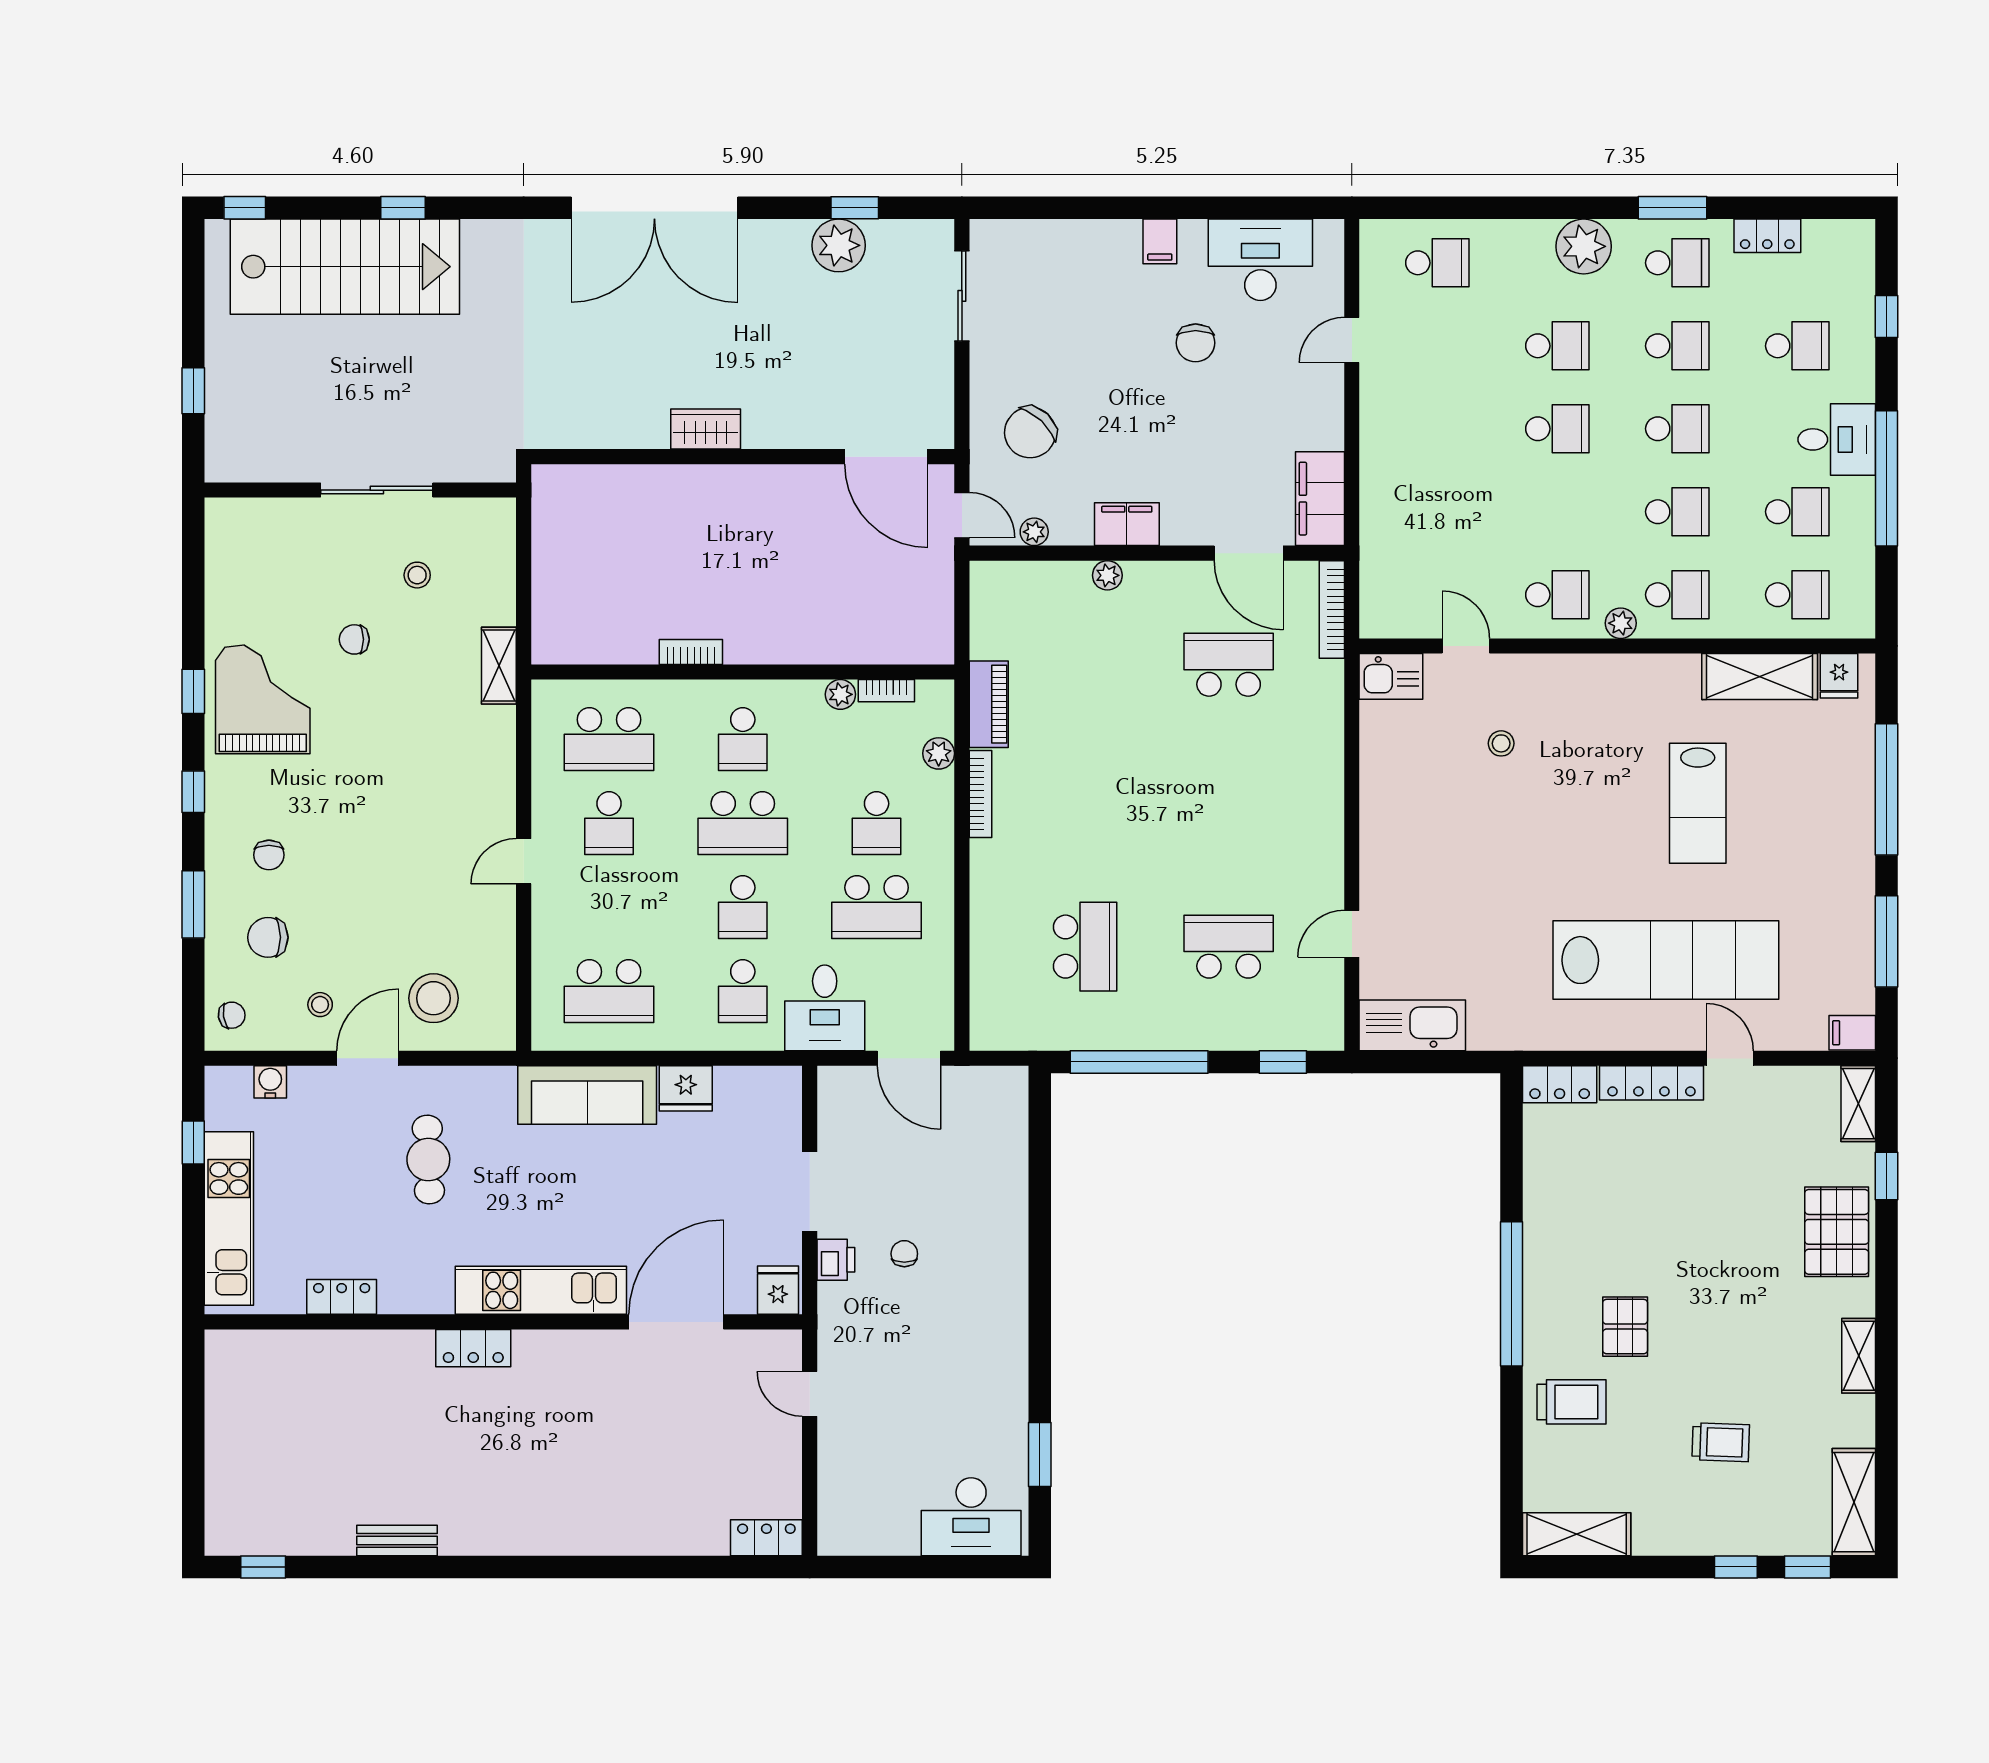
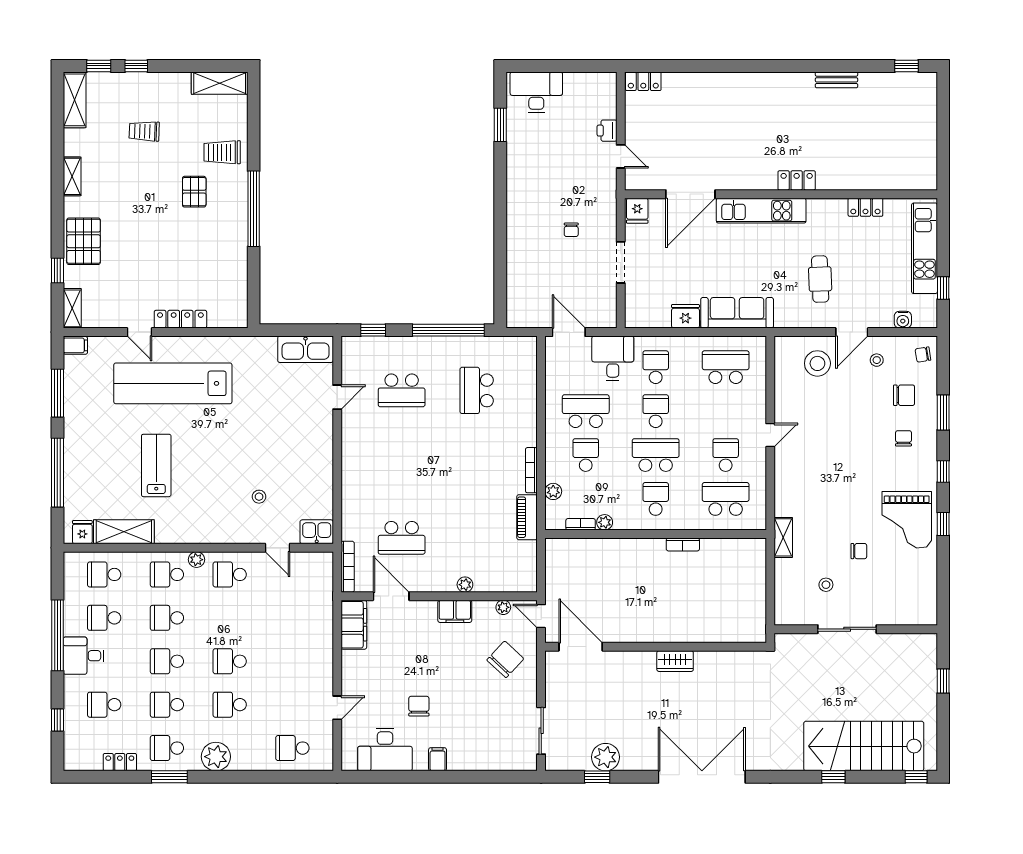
locker: (1560, 1084) -> (228, 318), removed
printer: (836, 1260) -> (607, 131), moved

